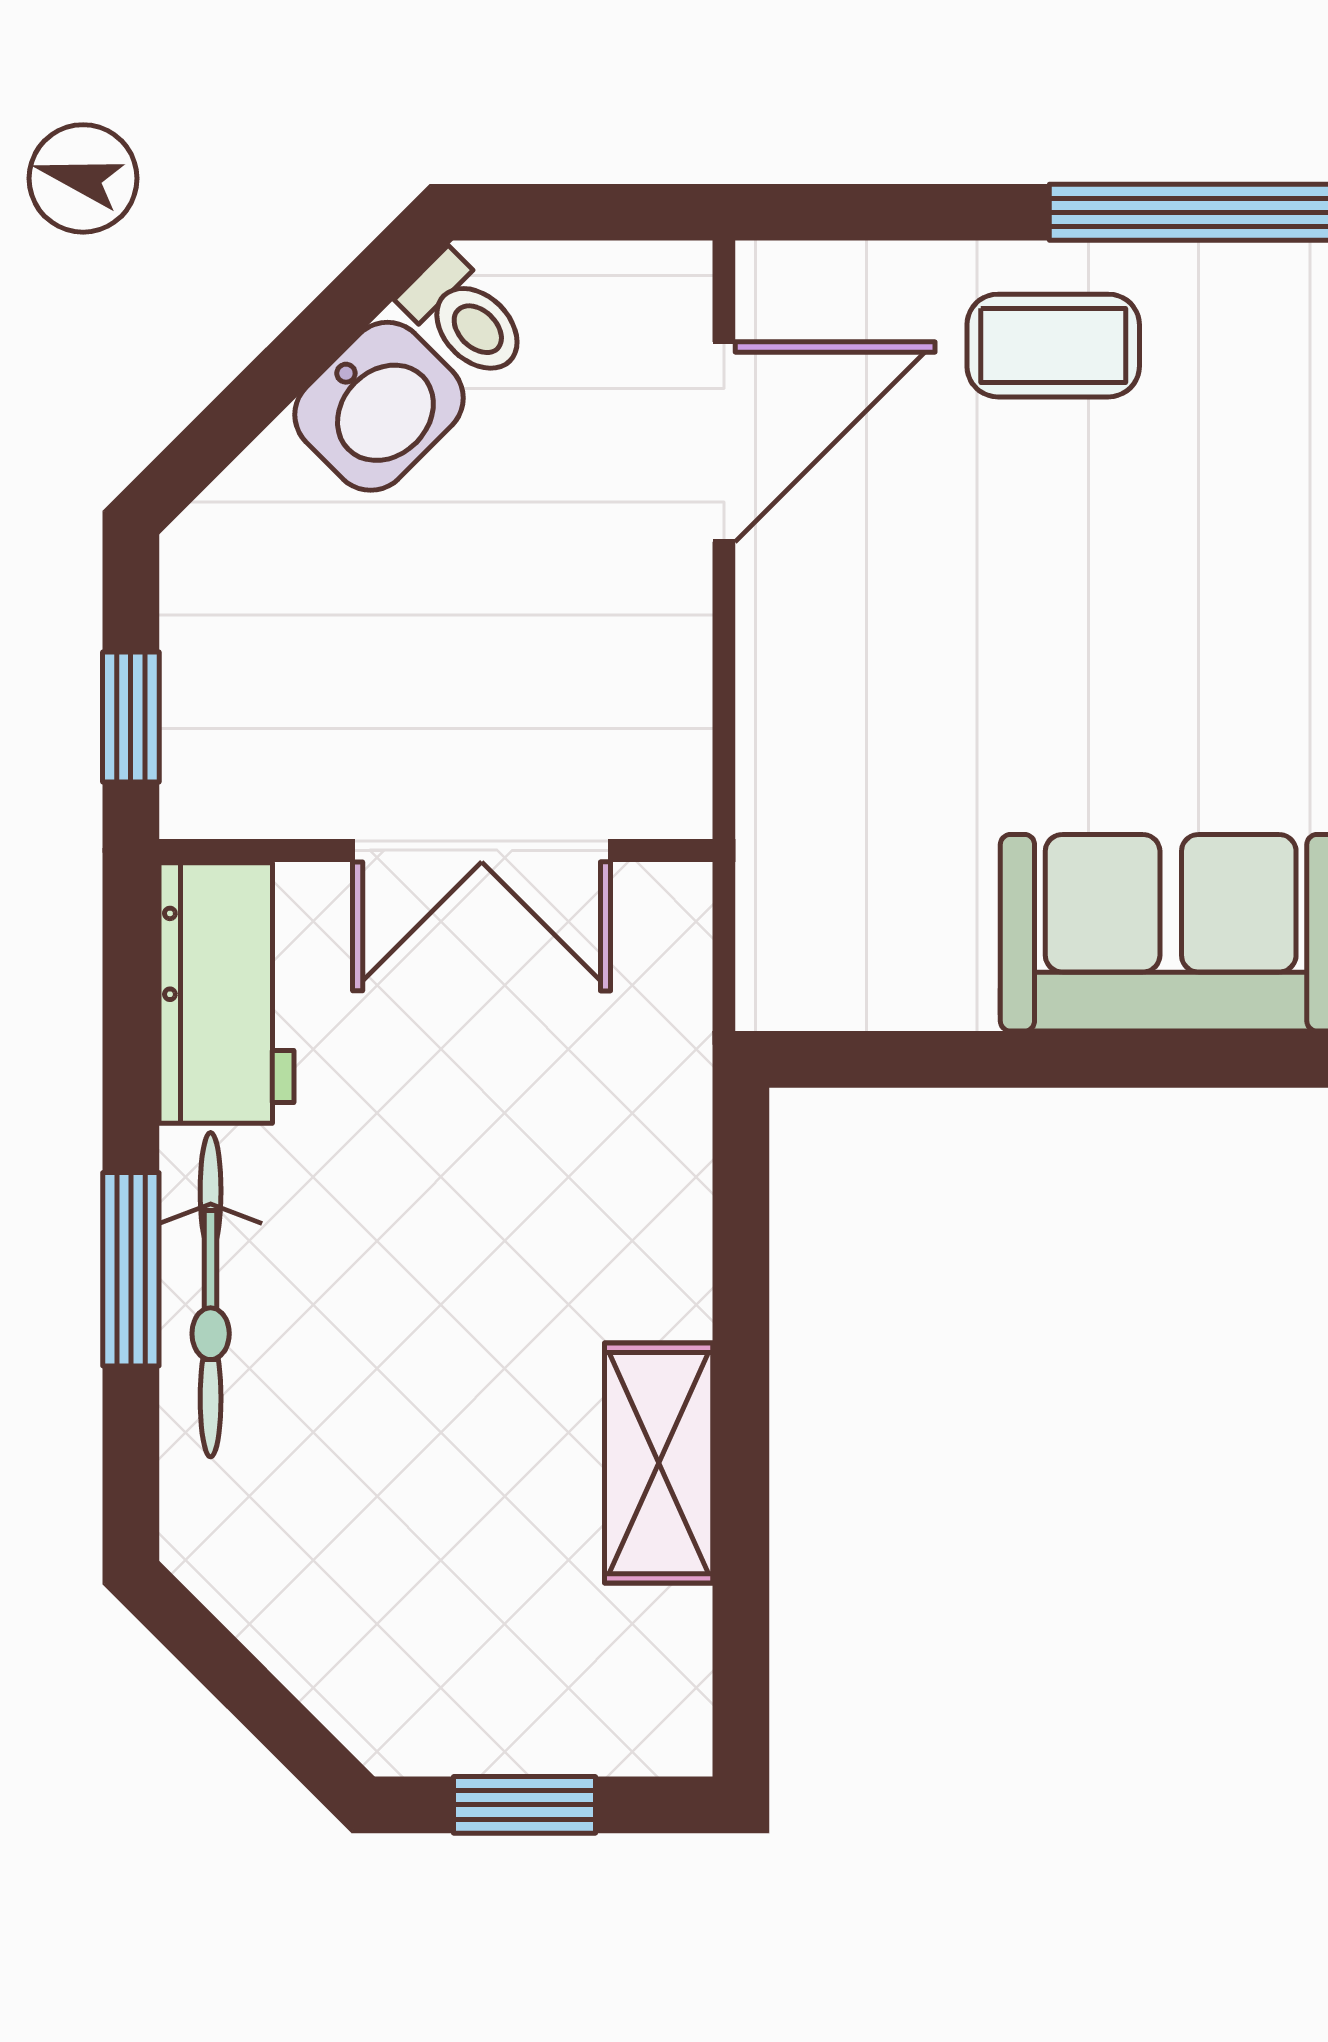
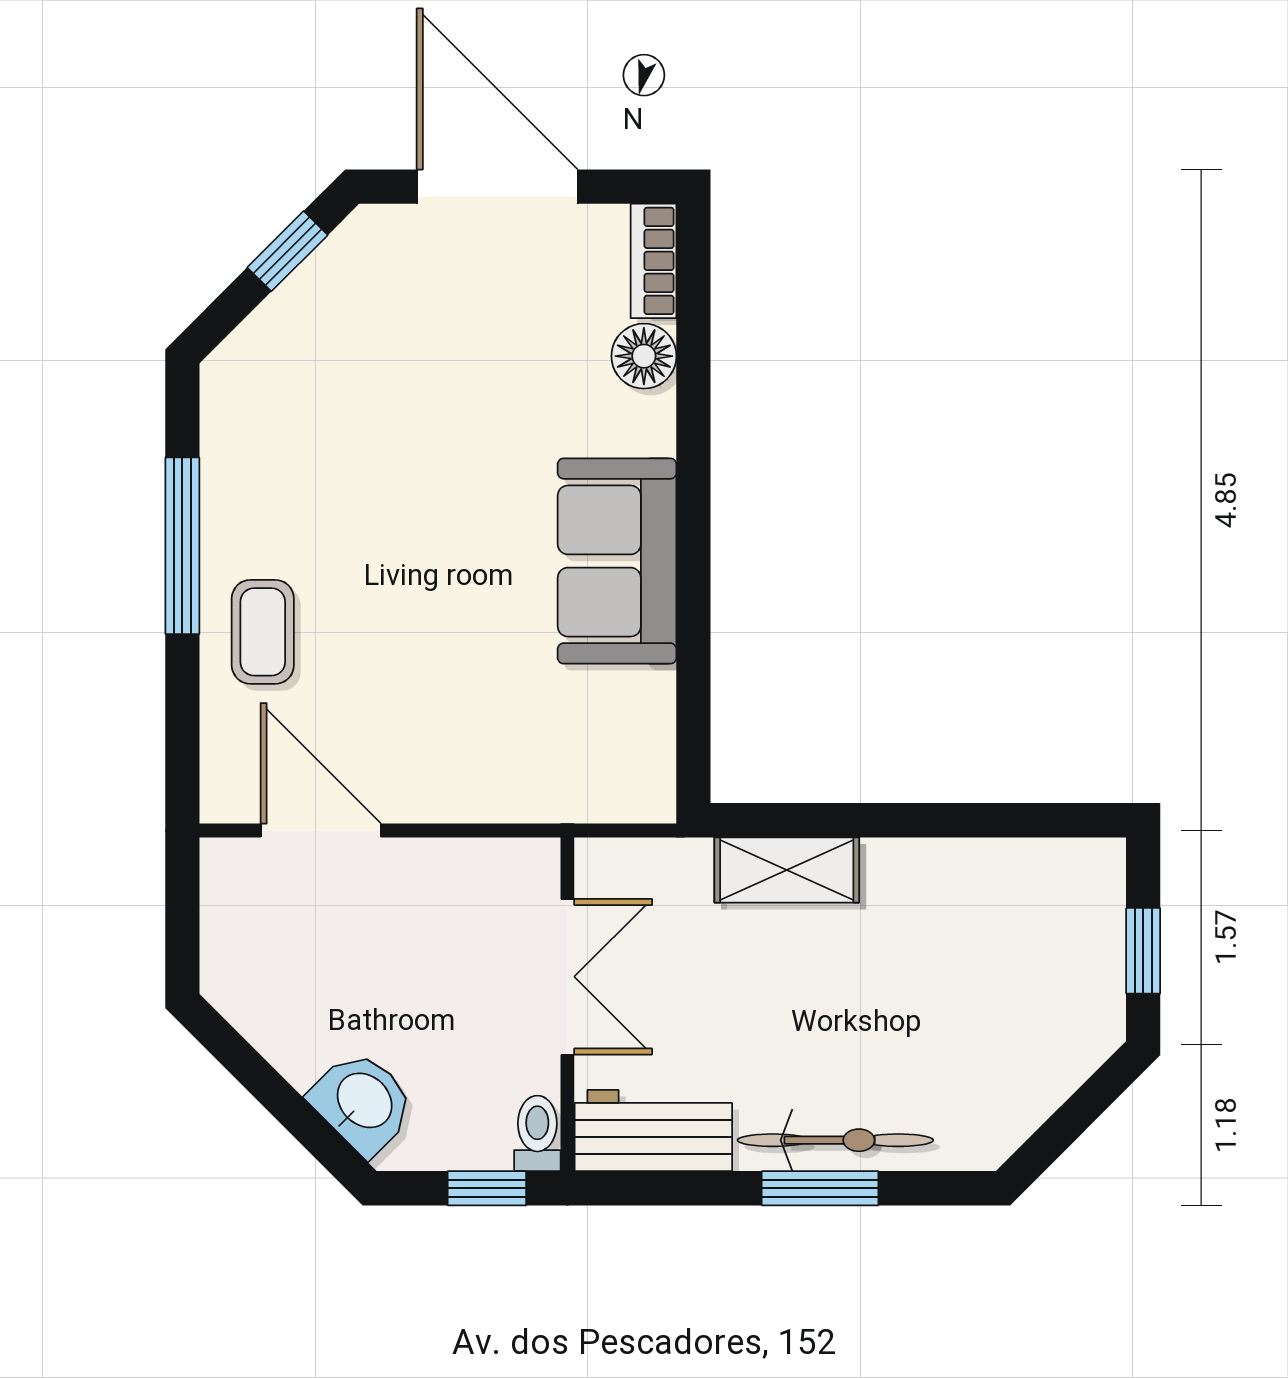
toilet: (465, 317) -> (537, 1133), moved, turned -45
washbasin: (379, 406) -> (363, 1102), moved
shelving: (659, 1463) -> (787, 870), moved

